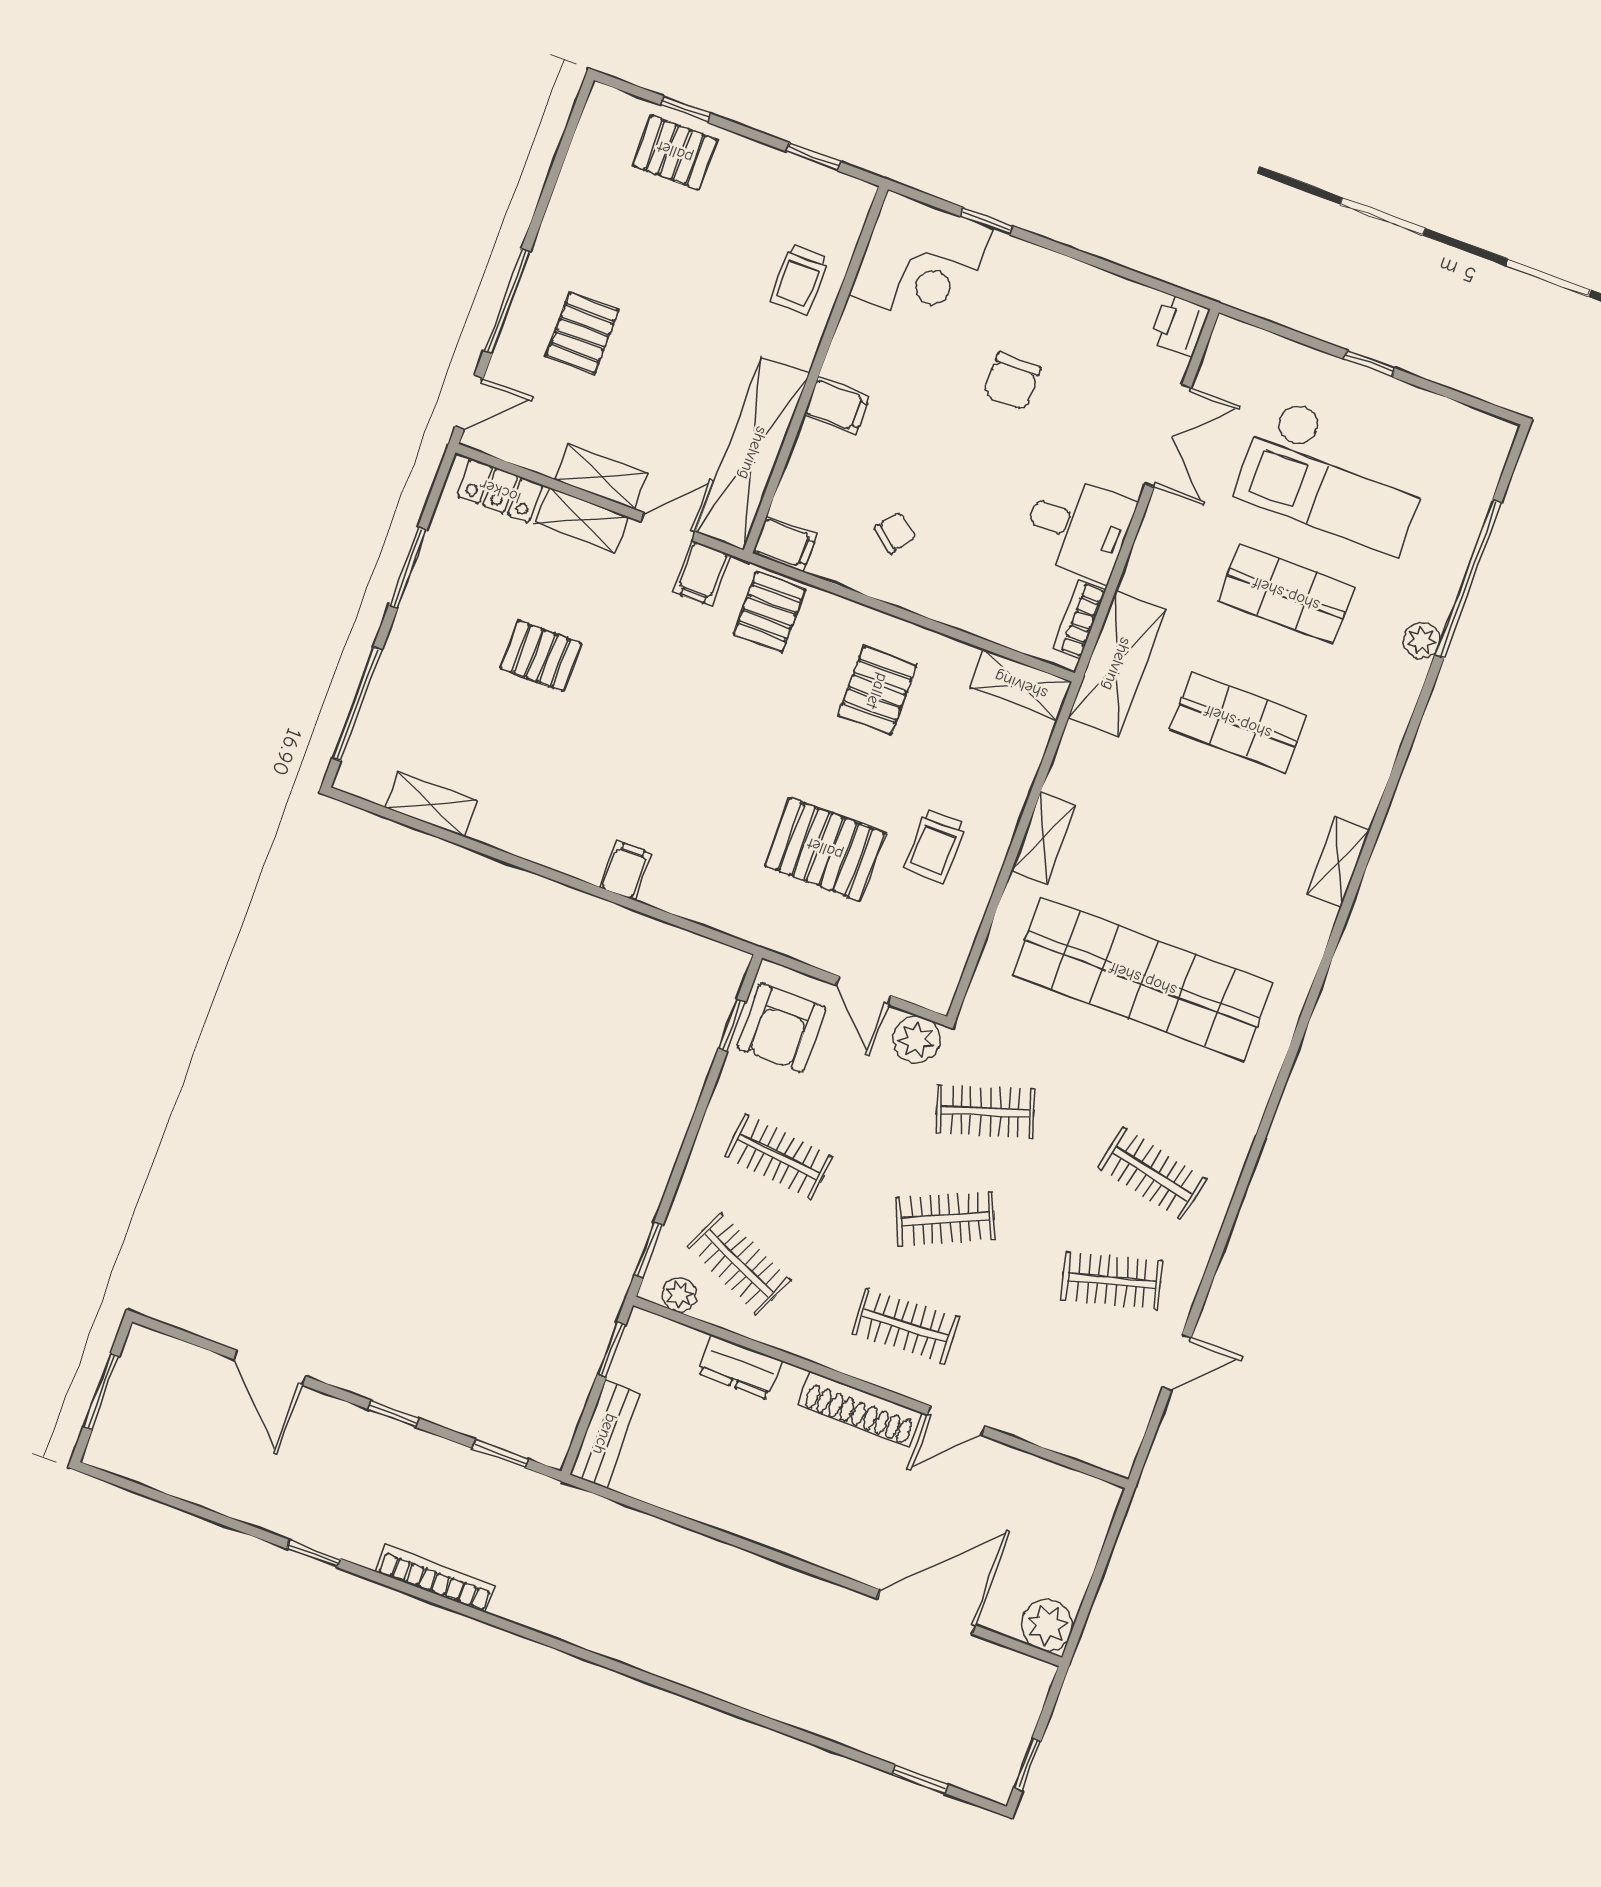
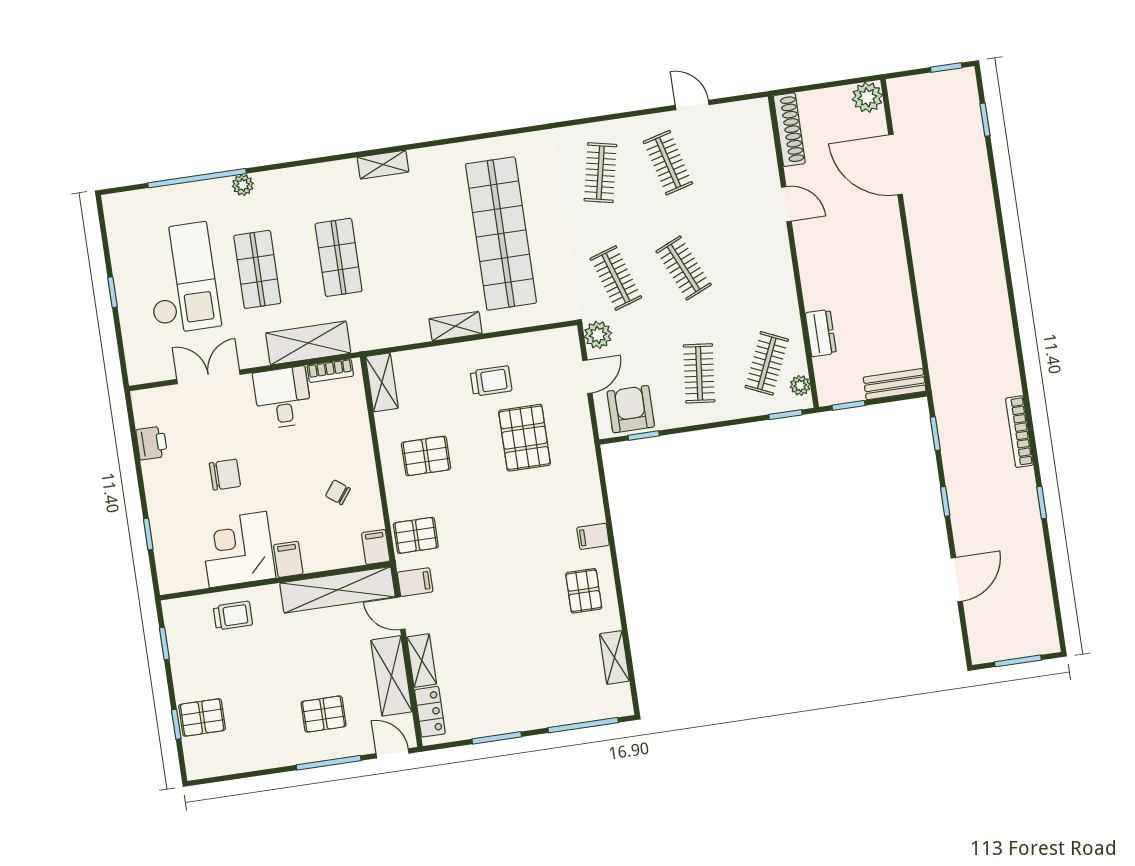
pallet: (675, 152) -> (202, 717), turned 90
corner desk: (921, 262) -> (238, 550), moved, turned -90
printer: (1179, 325) -> (152, 443), moved, turned -90
shelving: (601, 476) -> (391, 676), width x1.50, depth x1.33
pallet: (541, 656) -> (584, 591), moved
shelving: (1117, 664) -> (308, 343), moved
armchair: (781, 1028) -> (631, 409), turned -90
clothes rail: (905, 1326) -> (751, 258), removed
shoe rack: (860, 1409) -> (789, 130), moved

